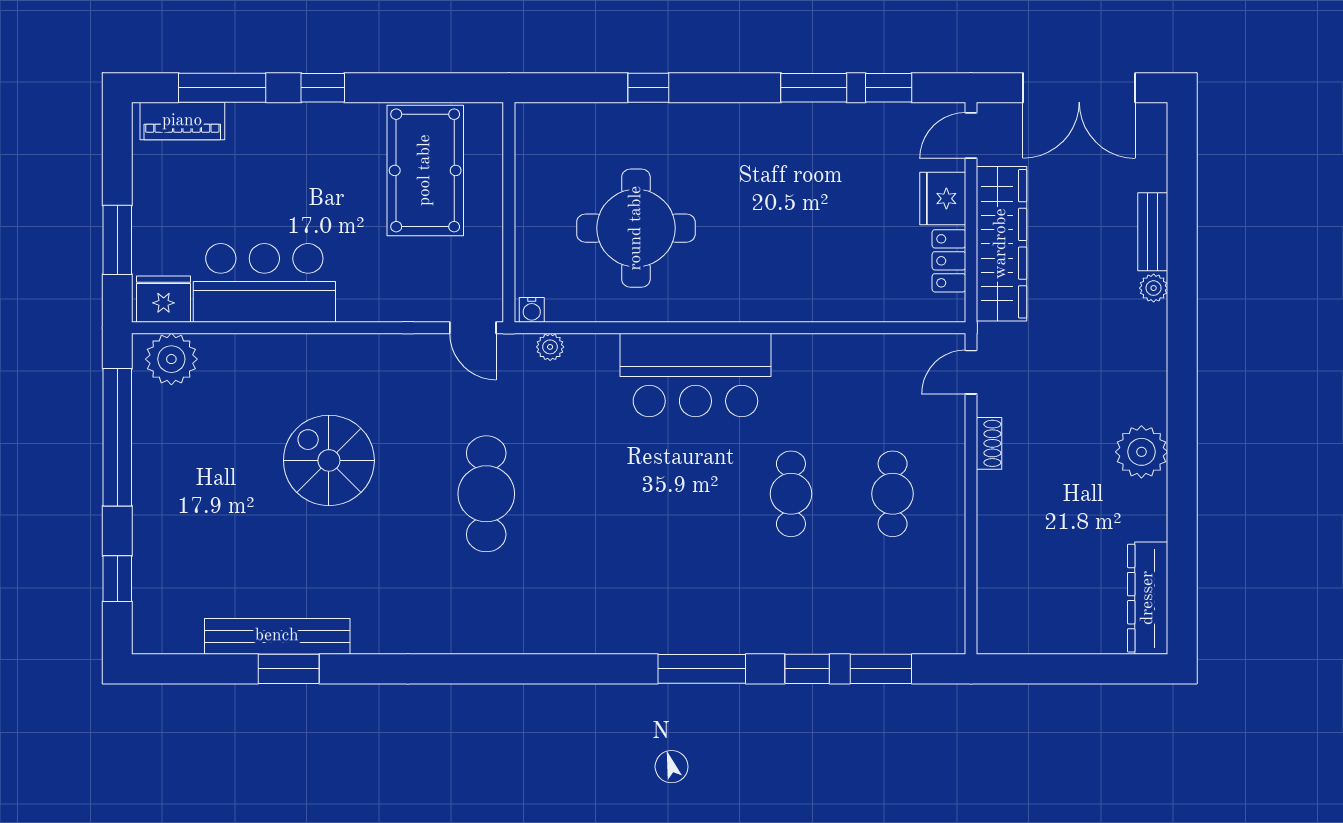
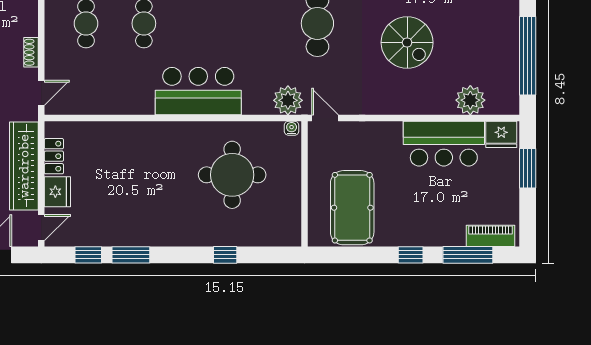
plant: (550, 347) -> (288, 100), width x1.88, depth x1.88
plant: (171, 359) -> (470, 100), moved

